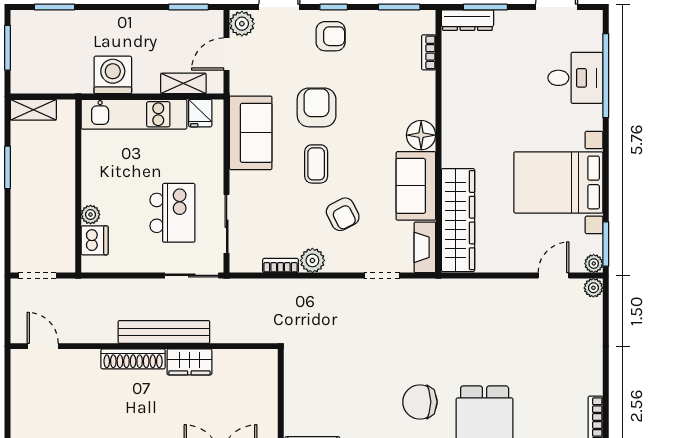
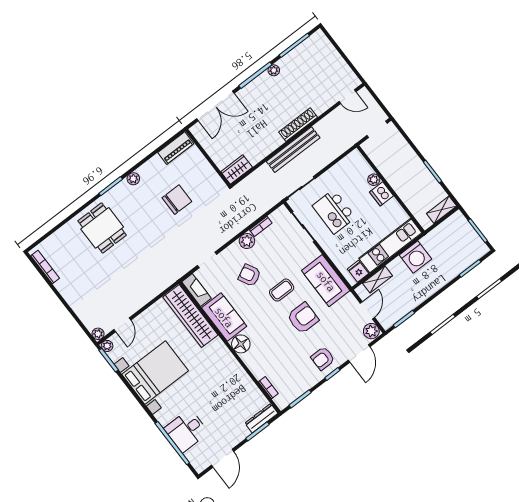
armchair: (317, 107) -> (303, 318), turned -90
coffee table: (316, 164) -> (282, 290), turned 90
dishwasher: (95, 240) -> (382, 194), moved
wardrobe: (189, 362) -> (237, 169), moved
chair: (420, 402) -> (177, 200), moved

